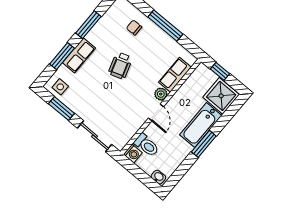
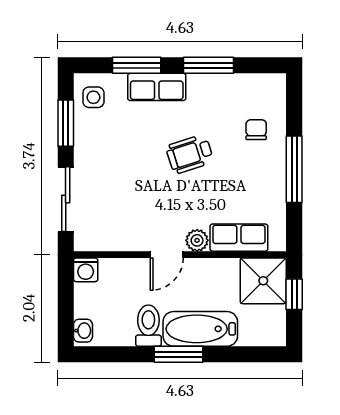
shower: (221, 96) -> (263, 281), moved
toilet: (146, 145) -> (148, 326), moved, turned 180

